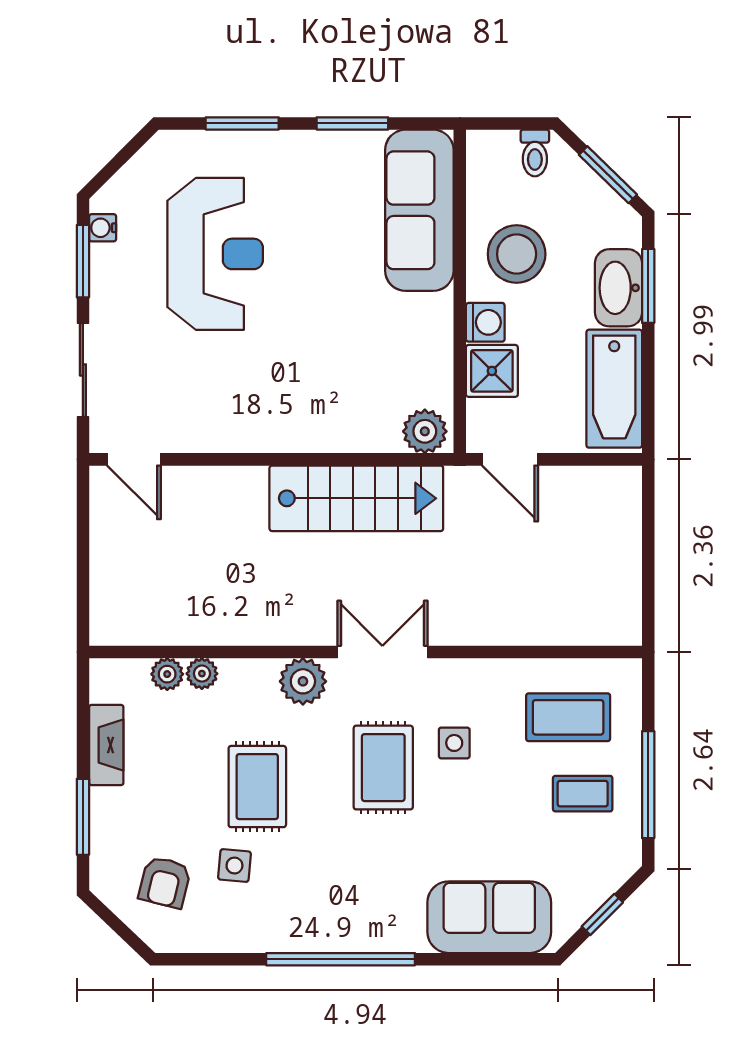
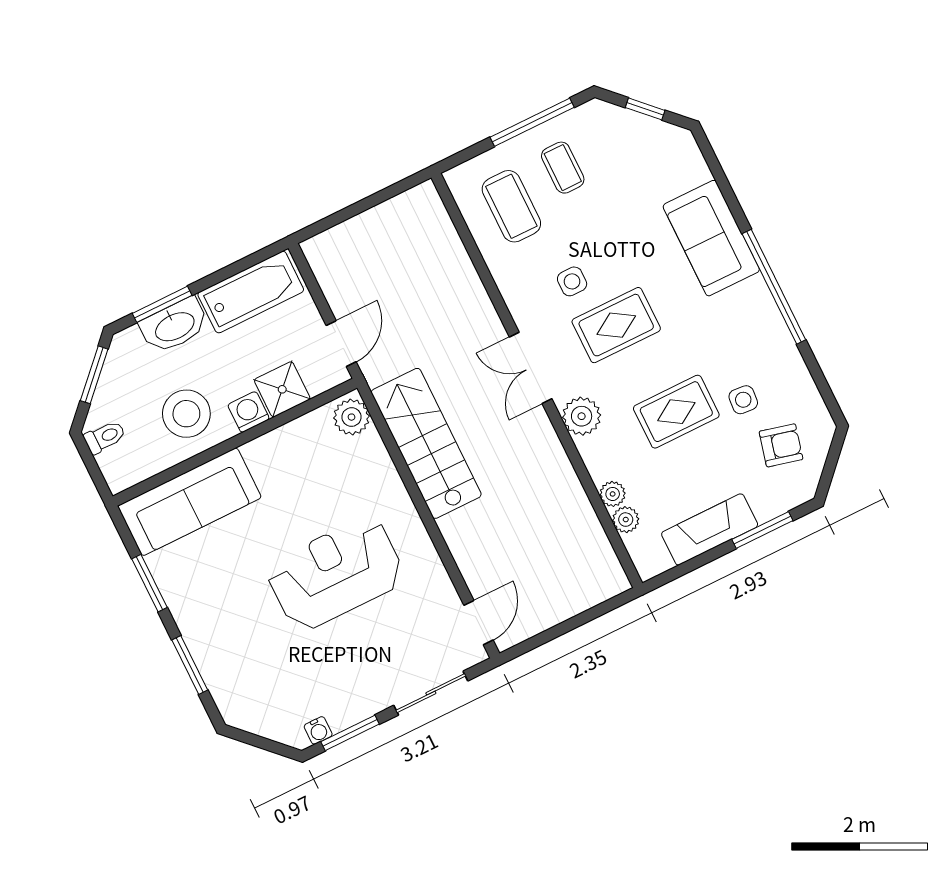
reception desk: (215, 254) -> (335, 574), moved
fireplace: (106, 745) -> (710, 529), width x1.37, depth x1.32
sofa: (489, 917) -> (711, 238), moved

